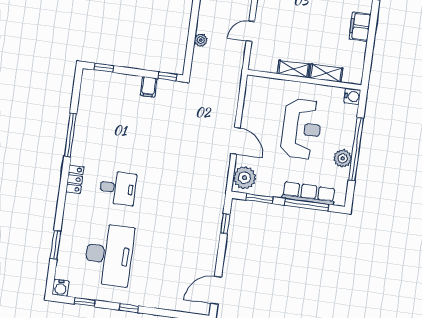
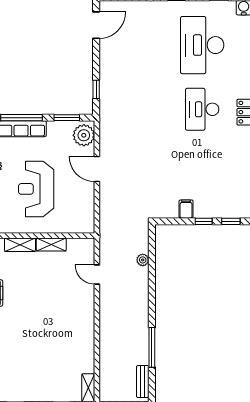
door: (250, 31) -> (97, 275), swing flipped
window: (167, 76) -> (204, 221), moved
desk: (118, 188) -> (202, 109), width x1.37

